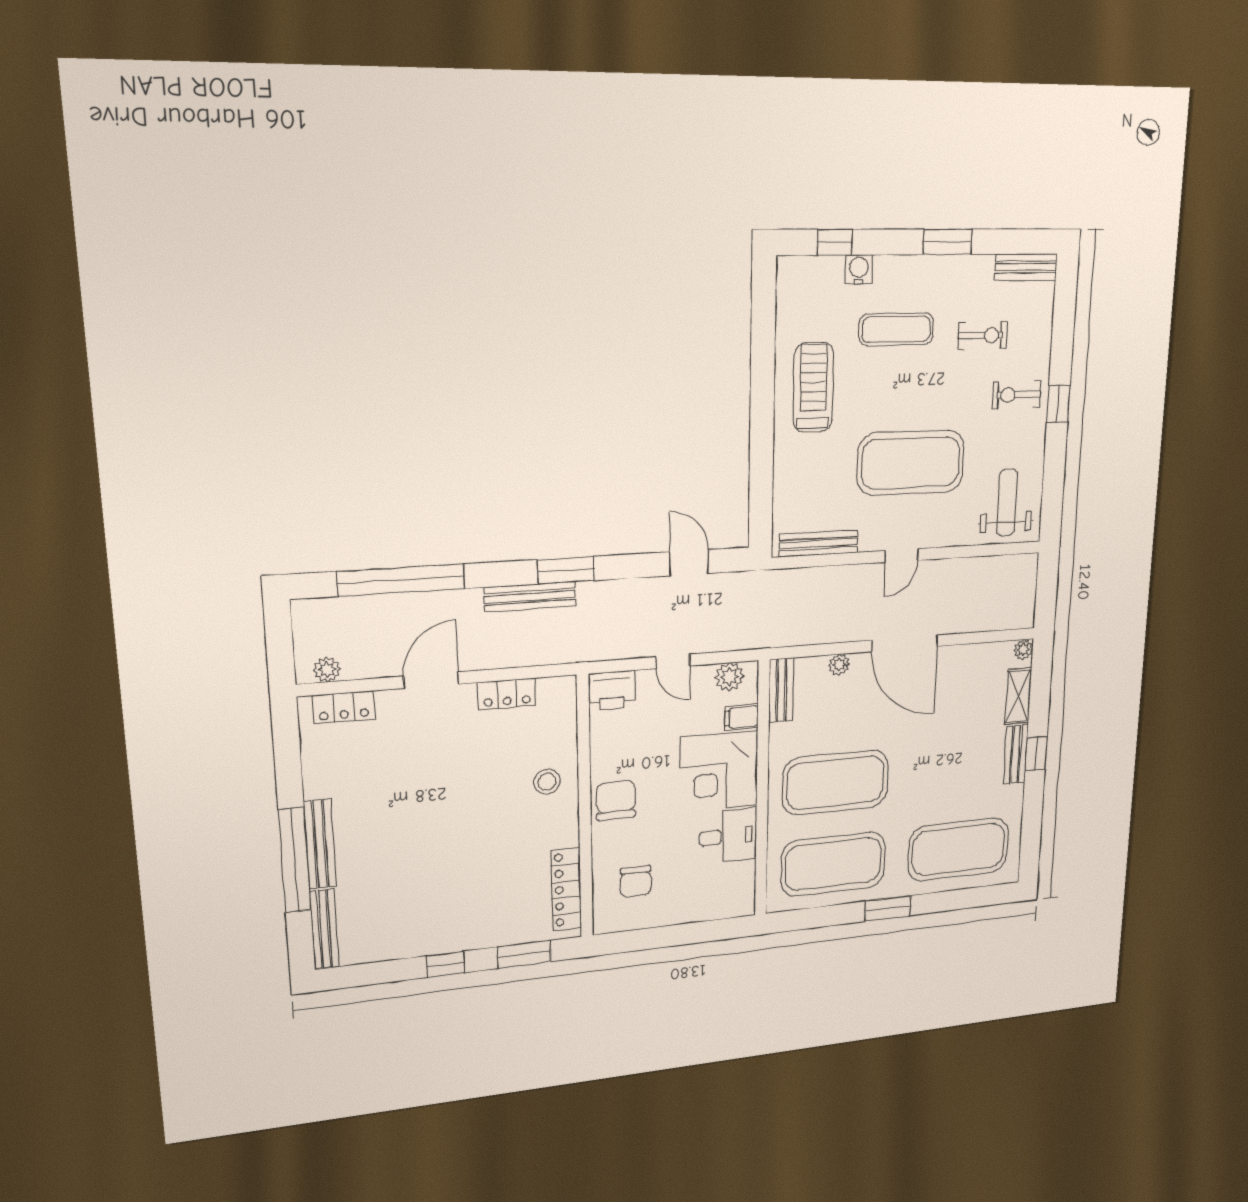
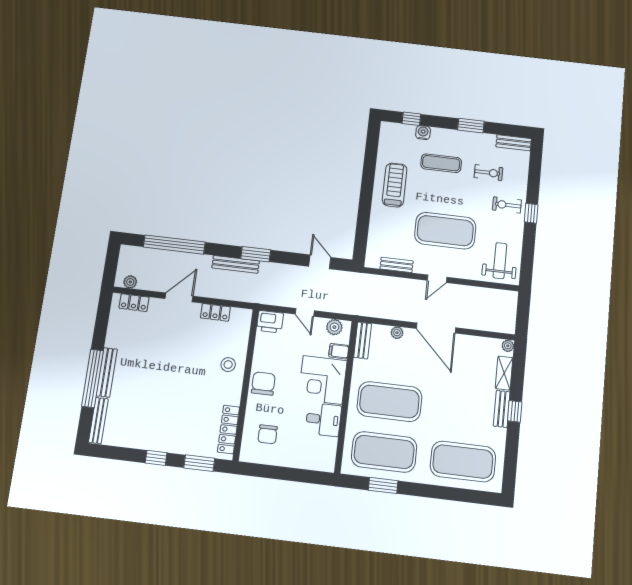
bench: (819, 544) -> (397, 265), width x0.73
window: (888, 908) -> (383, 485), moved

